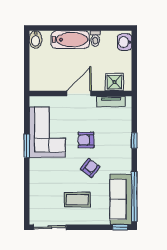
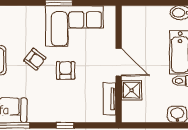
shower: (114, 82) -> (132, 90), moved
armchair: (90, 168) -> (35, 59), moved

